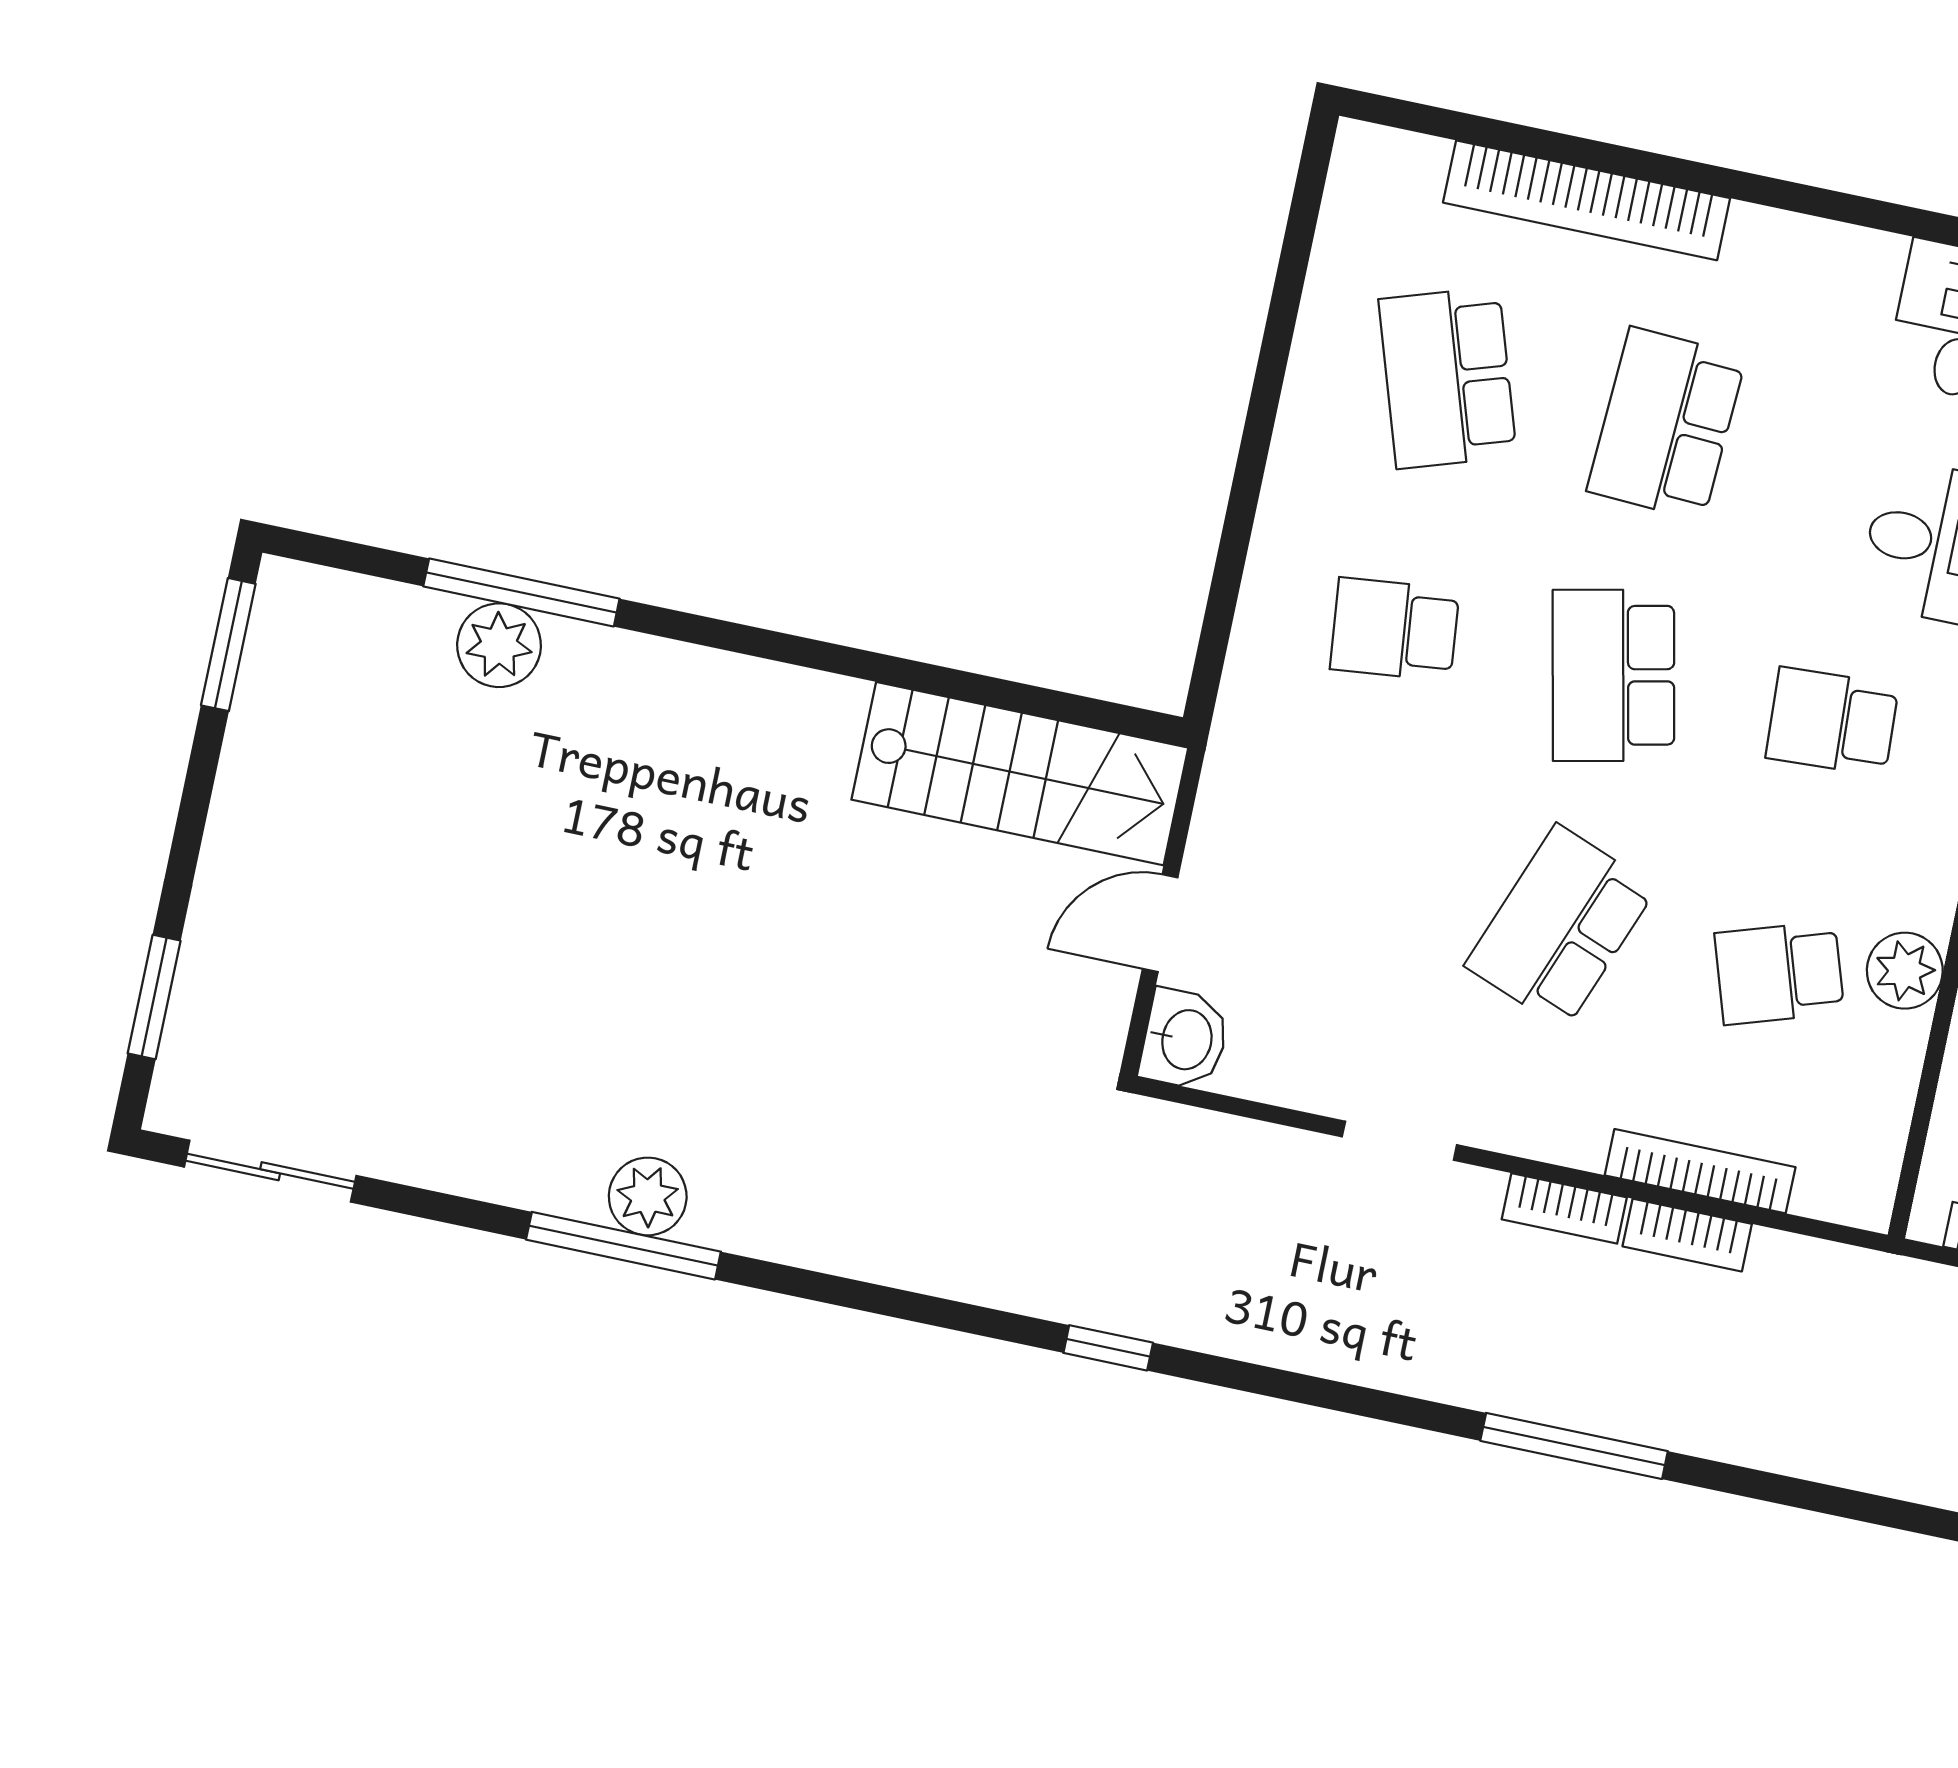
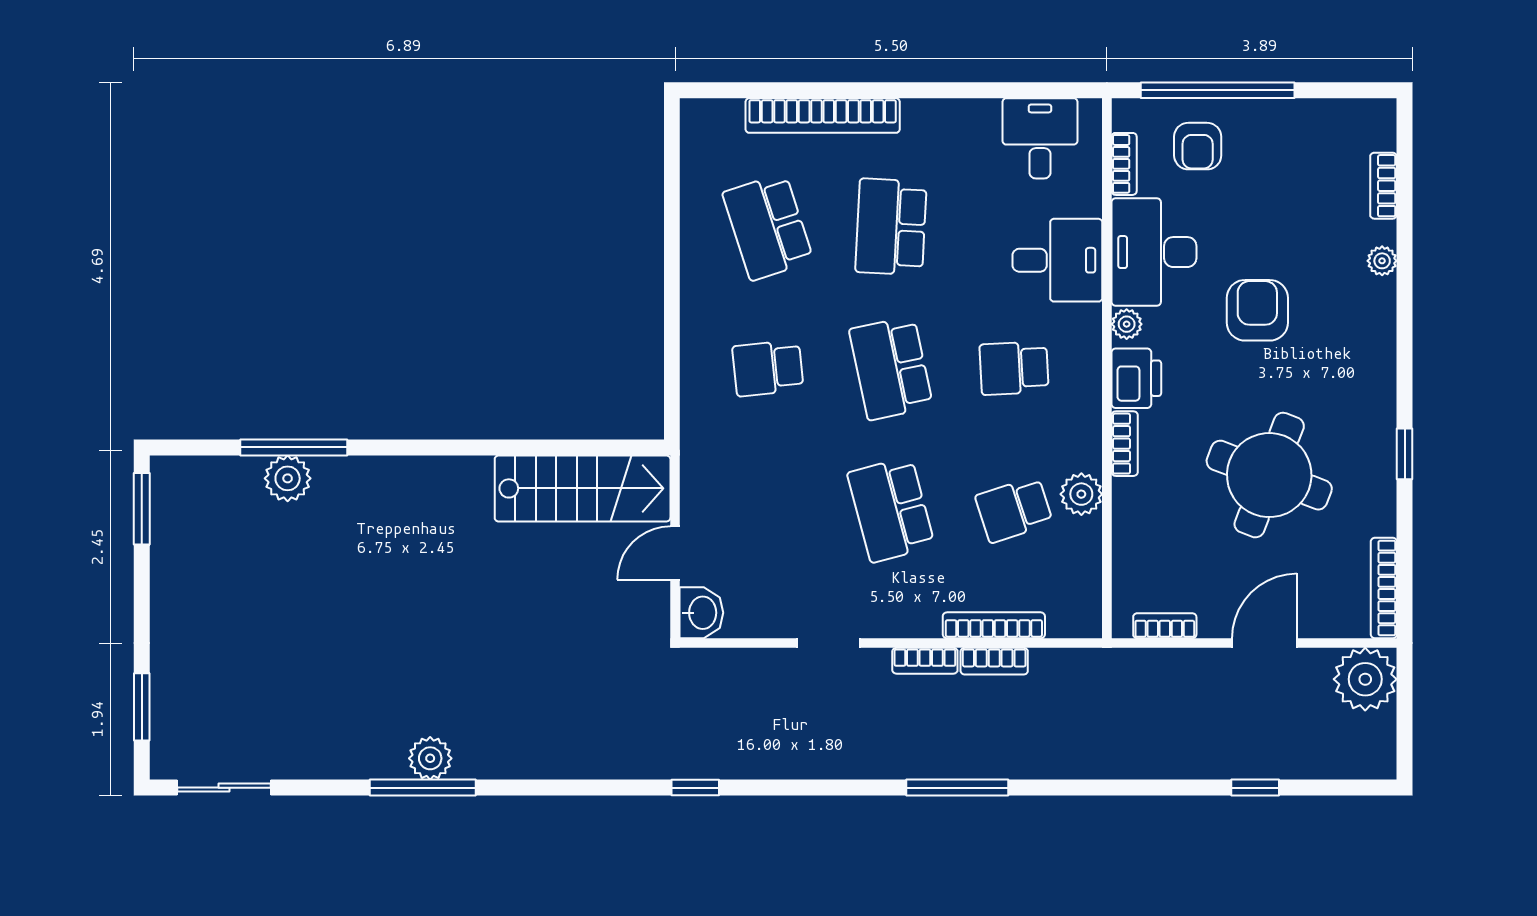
school desk: (1560, 927) -> (891, 510), turned -36

